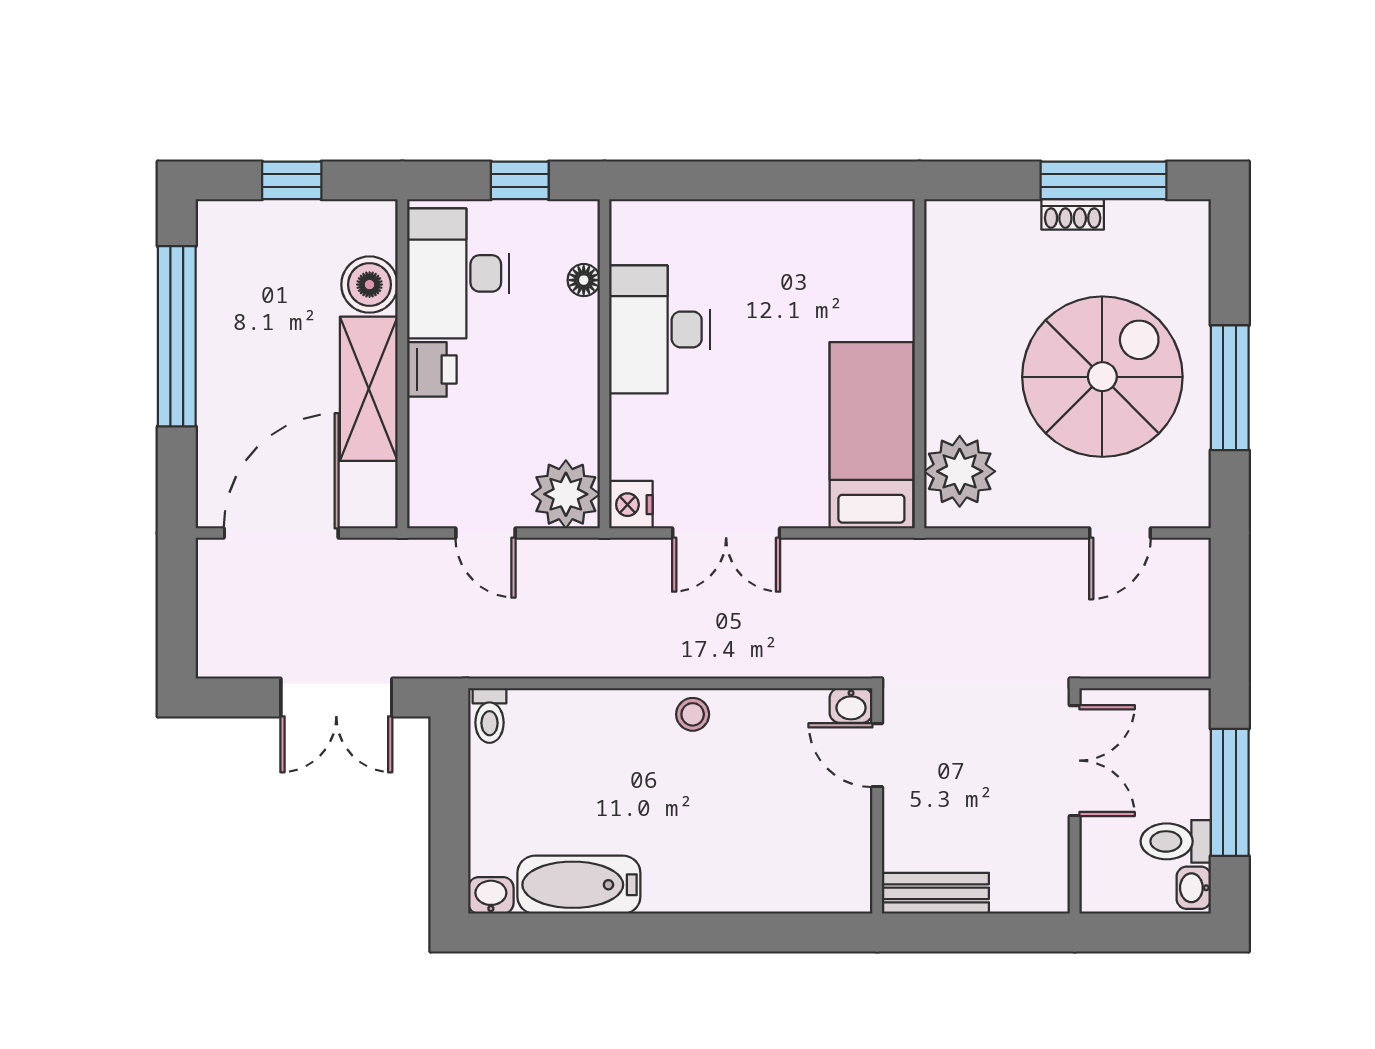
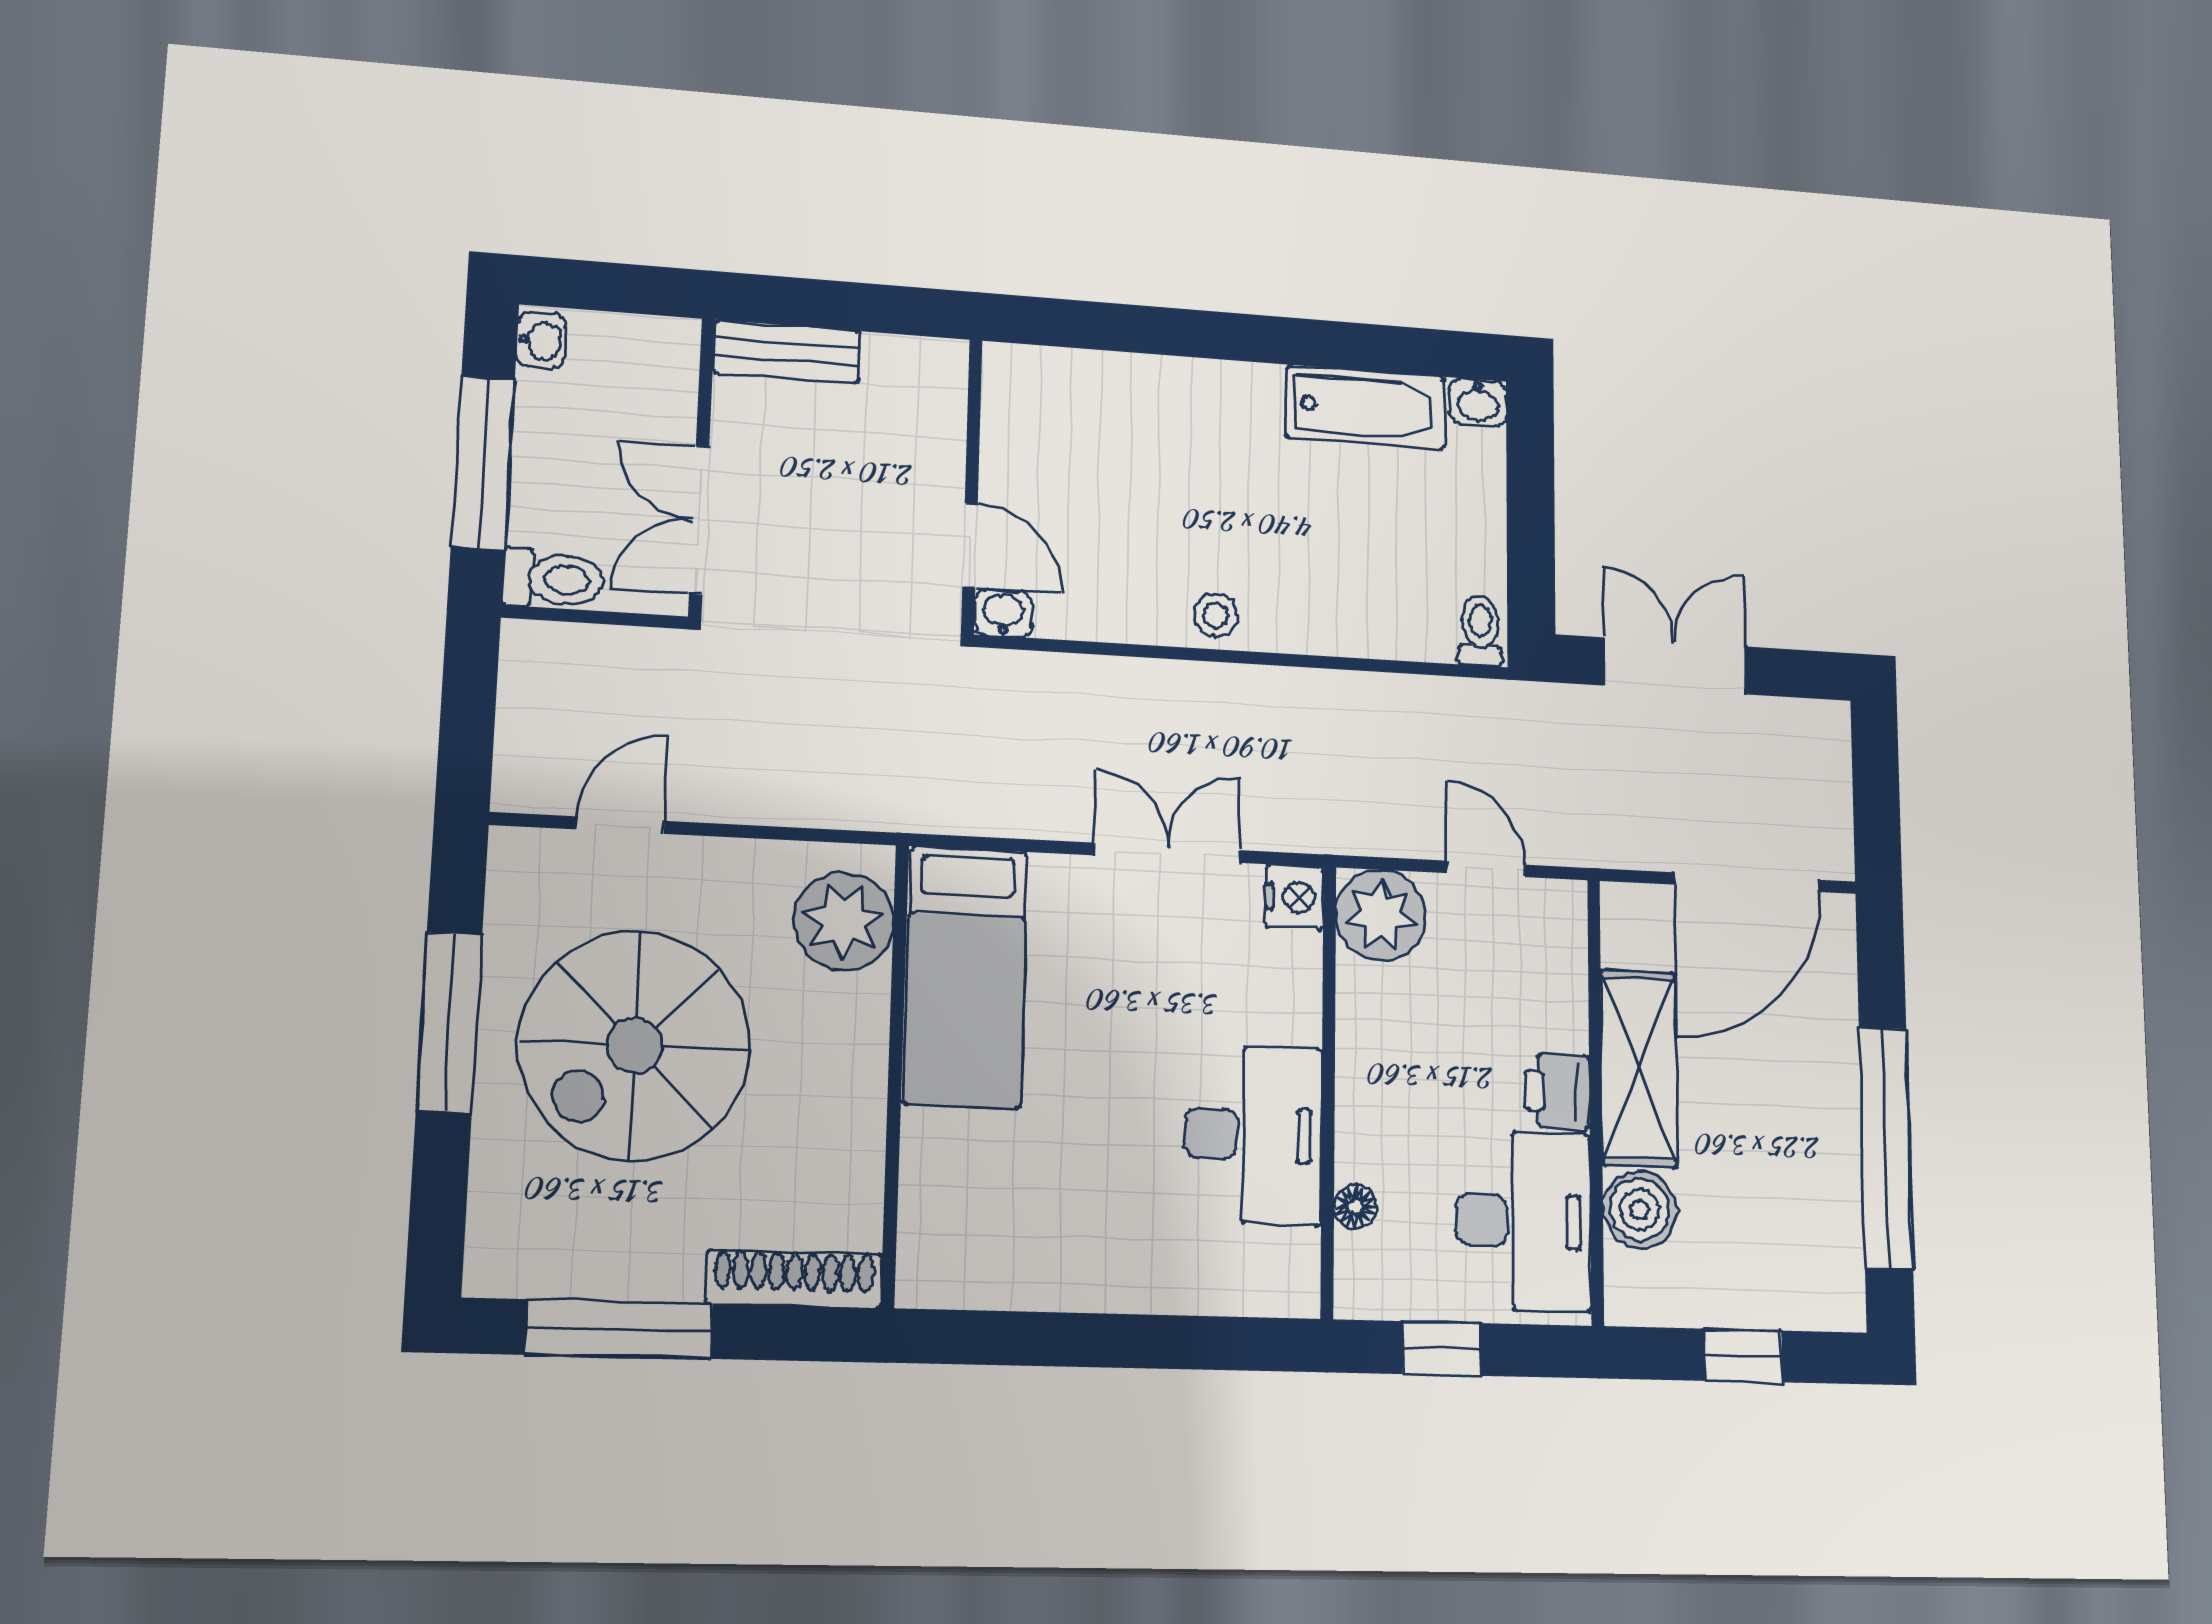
shoe rack: (1073, 214) -> (794, 1279), moved, width x1.94, depth x1.24
toilet: (1176, 841) -> (553, 579), moved
bench: (935, 893) -> (787, 352), moved

